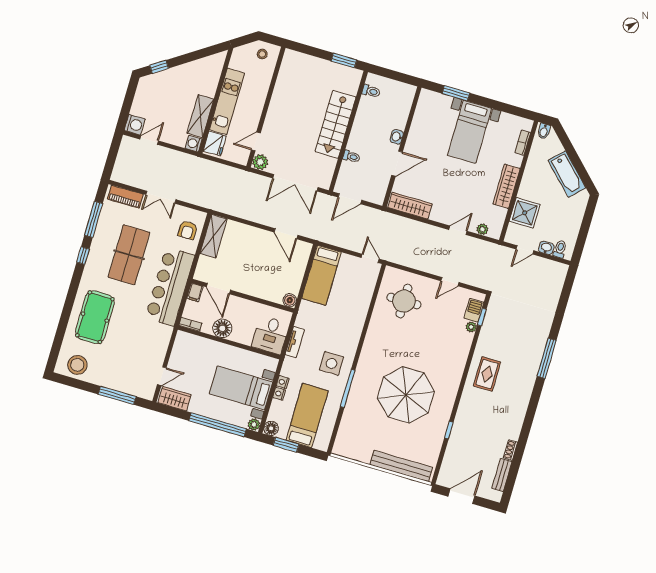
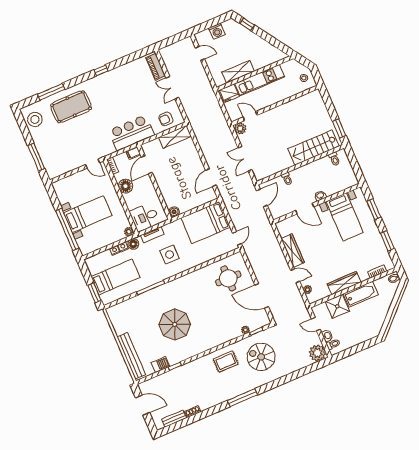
window: (500, 106) -> (387, 241), added
stairs: (336, 124) -> (314, 148), moved
washing machine: (135, 125) -> (217, 31), moved
bed with nightstands: (469, 132) -> (345, 217), moved, turned -90
washing machine: (194, 144) -> (219, 81), removed
bathtub: (567, 174) -> (361, 294), moved, turned -135
double door: (295, 183) -> (245, 159), width x0.73
door: (350, 199) -> (262, 198), swing flipped
wardrobe: (410, 206) -> (293, 250), moved
window: (94, 219) -> (51, 92), moved
table tennis table: (129, 255) -> (124, 97), removed
plant: (556, 273) -> (317, 353), added
bed: (321, 275) -> (206, 223), width x1.50
door: (450, 282) -> (262, 296), width x1.87
bar counter: (170, 287) -> (131, 133), width x0.73
barbecue: (474, 310) -> (160, 365), moved
spiral stairs: (512, 334) -> (261, 357), added
window: (547, 358) -> (242, 398), moved
side table: (331, 364) -> (170, 255), moved
door: (162, 376) -> (93, 164), moved
bed with nightstands: (241, 388) -> (88, 214), moved, turned 90
parasol: (406, 395) -> (175, 324), width x0.73, depth x0.73
wardrobe: (175, 399) -> (62, 192), removed
plant: (254, 425) -> (129, 232), moved
floor lamp: (271, 428) -> (133, 244), moved
window: (286, 445) -> (94, 293), moved

